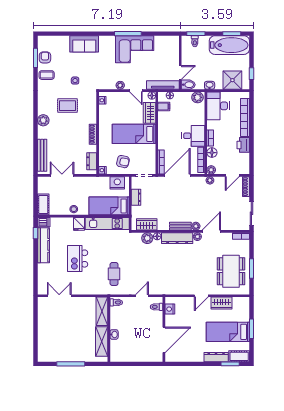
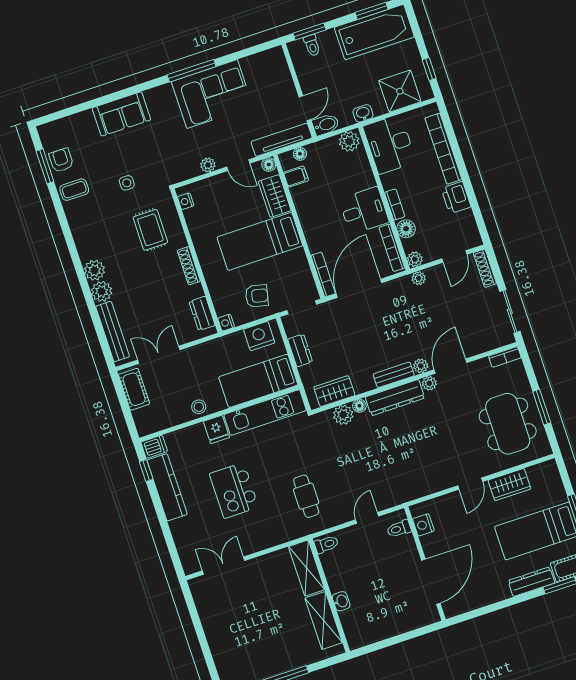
rug: (68, 106) -> (150, 230), moved, turned 90
plant: (43, 133) -> (102, 291), added
cot: (43, 204) -> (134, 389), moved

